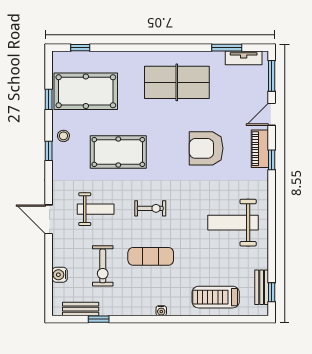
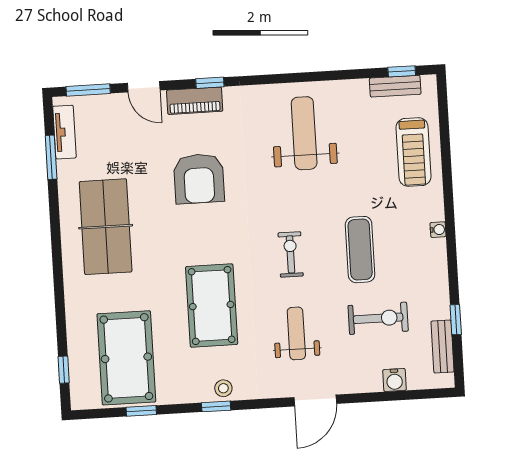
stool: (63, 136) -> (223, 388), moved
weight bench: (233, 223) -> (304, 133), turned 180

